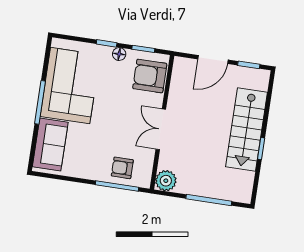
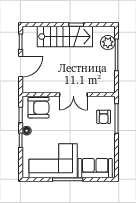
door: (213, 59) -> (21, 66), hinge flipped
armchair: (150, 76) -> (38, 108), turned -90
plant: (166, 181) -> (108, 43), moved

